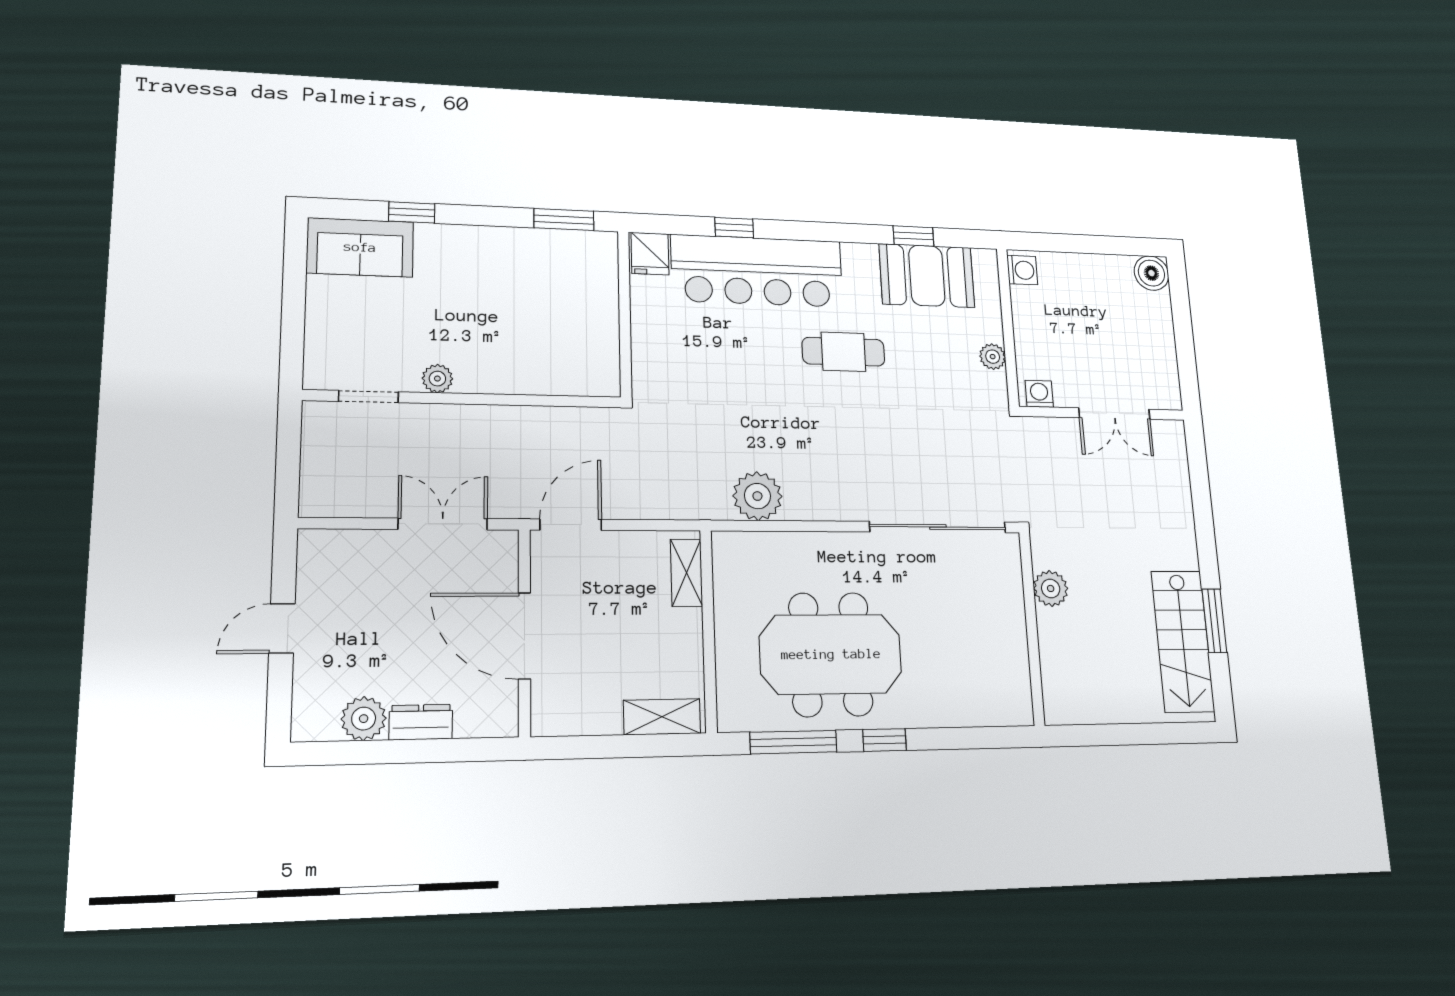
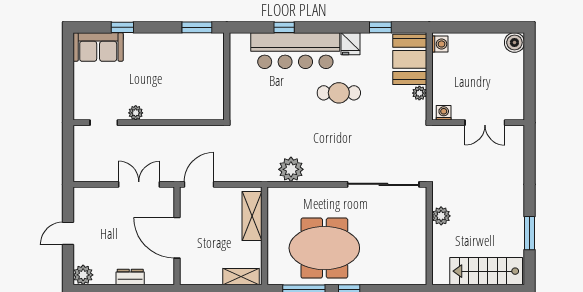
fridge: (650, 254) -> (350, 44), moved
booth: (927, 276) -> (410, 59), moved, turned 90
shelving: (686, 573) -> (252, 216), width x1.50, depth x1.33
stairs: (1183, 641) -> (486, 271), moved, turned 90
plant: (364, 719) -> (83, 275), moved

